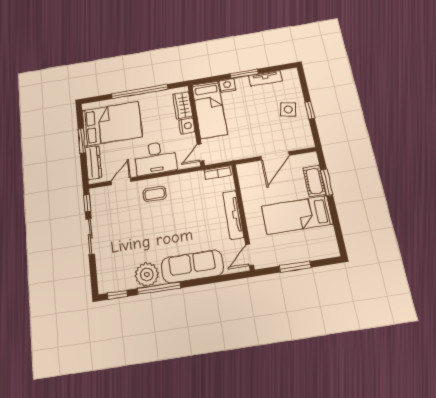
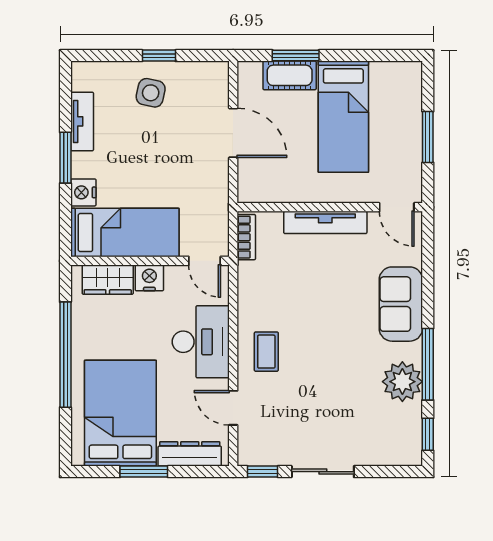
sofa: (192, 266) -> (401, 304), width x0.73

